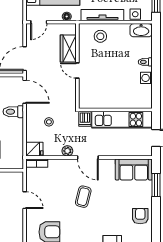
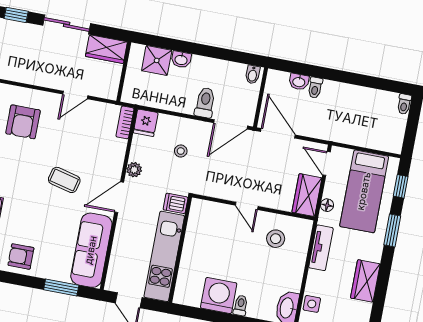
tv unit: (102, 15) -> (321, 248), width x0.71
stool: (100, 36) -> (276, 239), moved
wardrobe: (68, 49) -> (307, 195), moved, turned -90
door: (77, 70) -> (247, 206), swing flipped
washing machine: (146, 78) -> (219, 295), width x1.89, depth x1.89
sofa: (134, 169) -> (91, 250), width x1.36
armchair: (140, 216) -> (21, 256), turned 180

